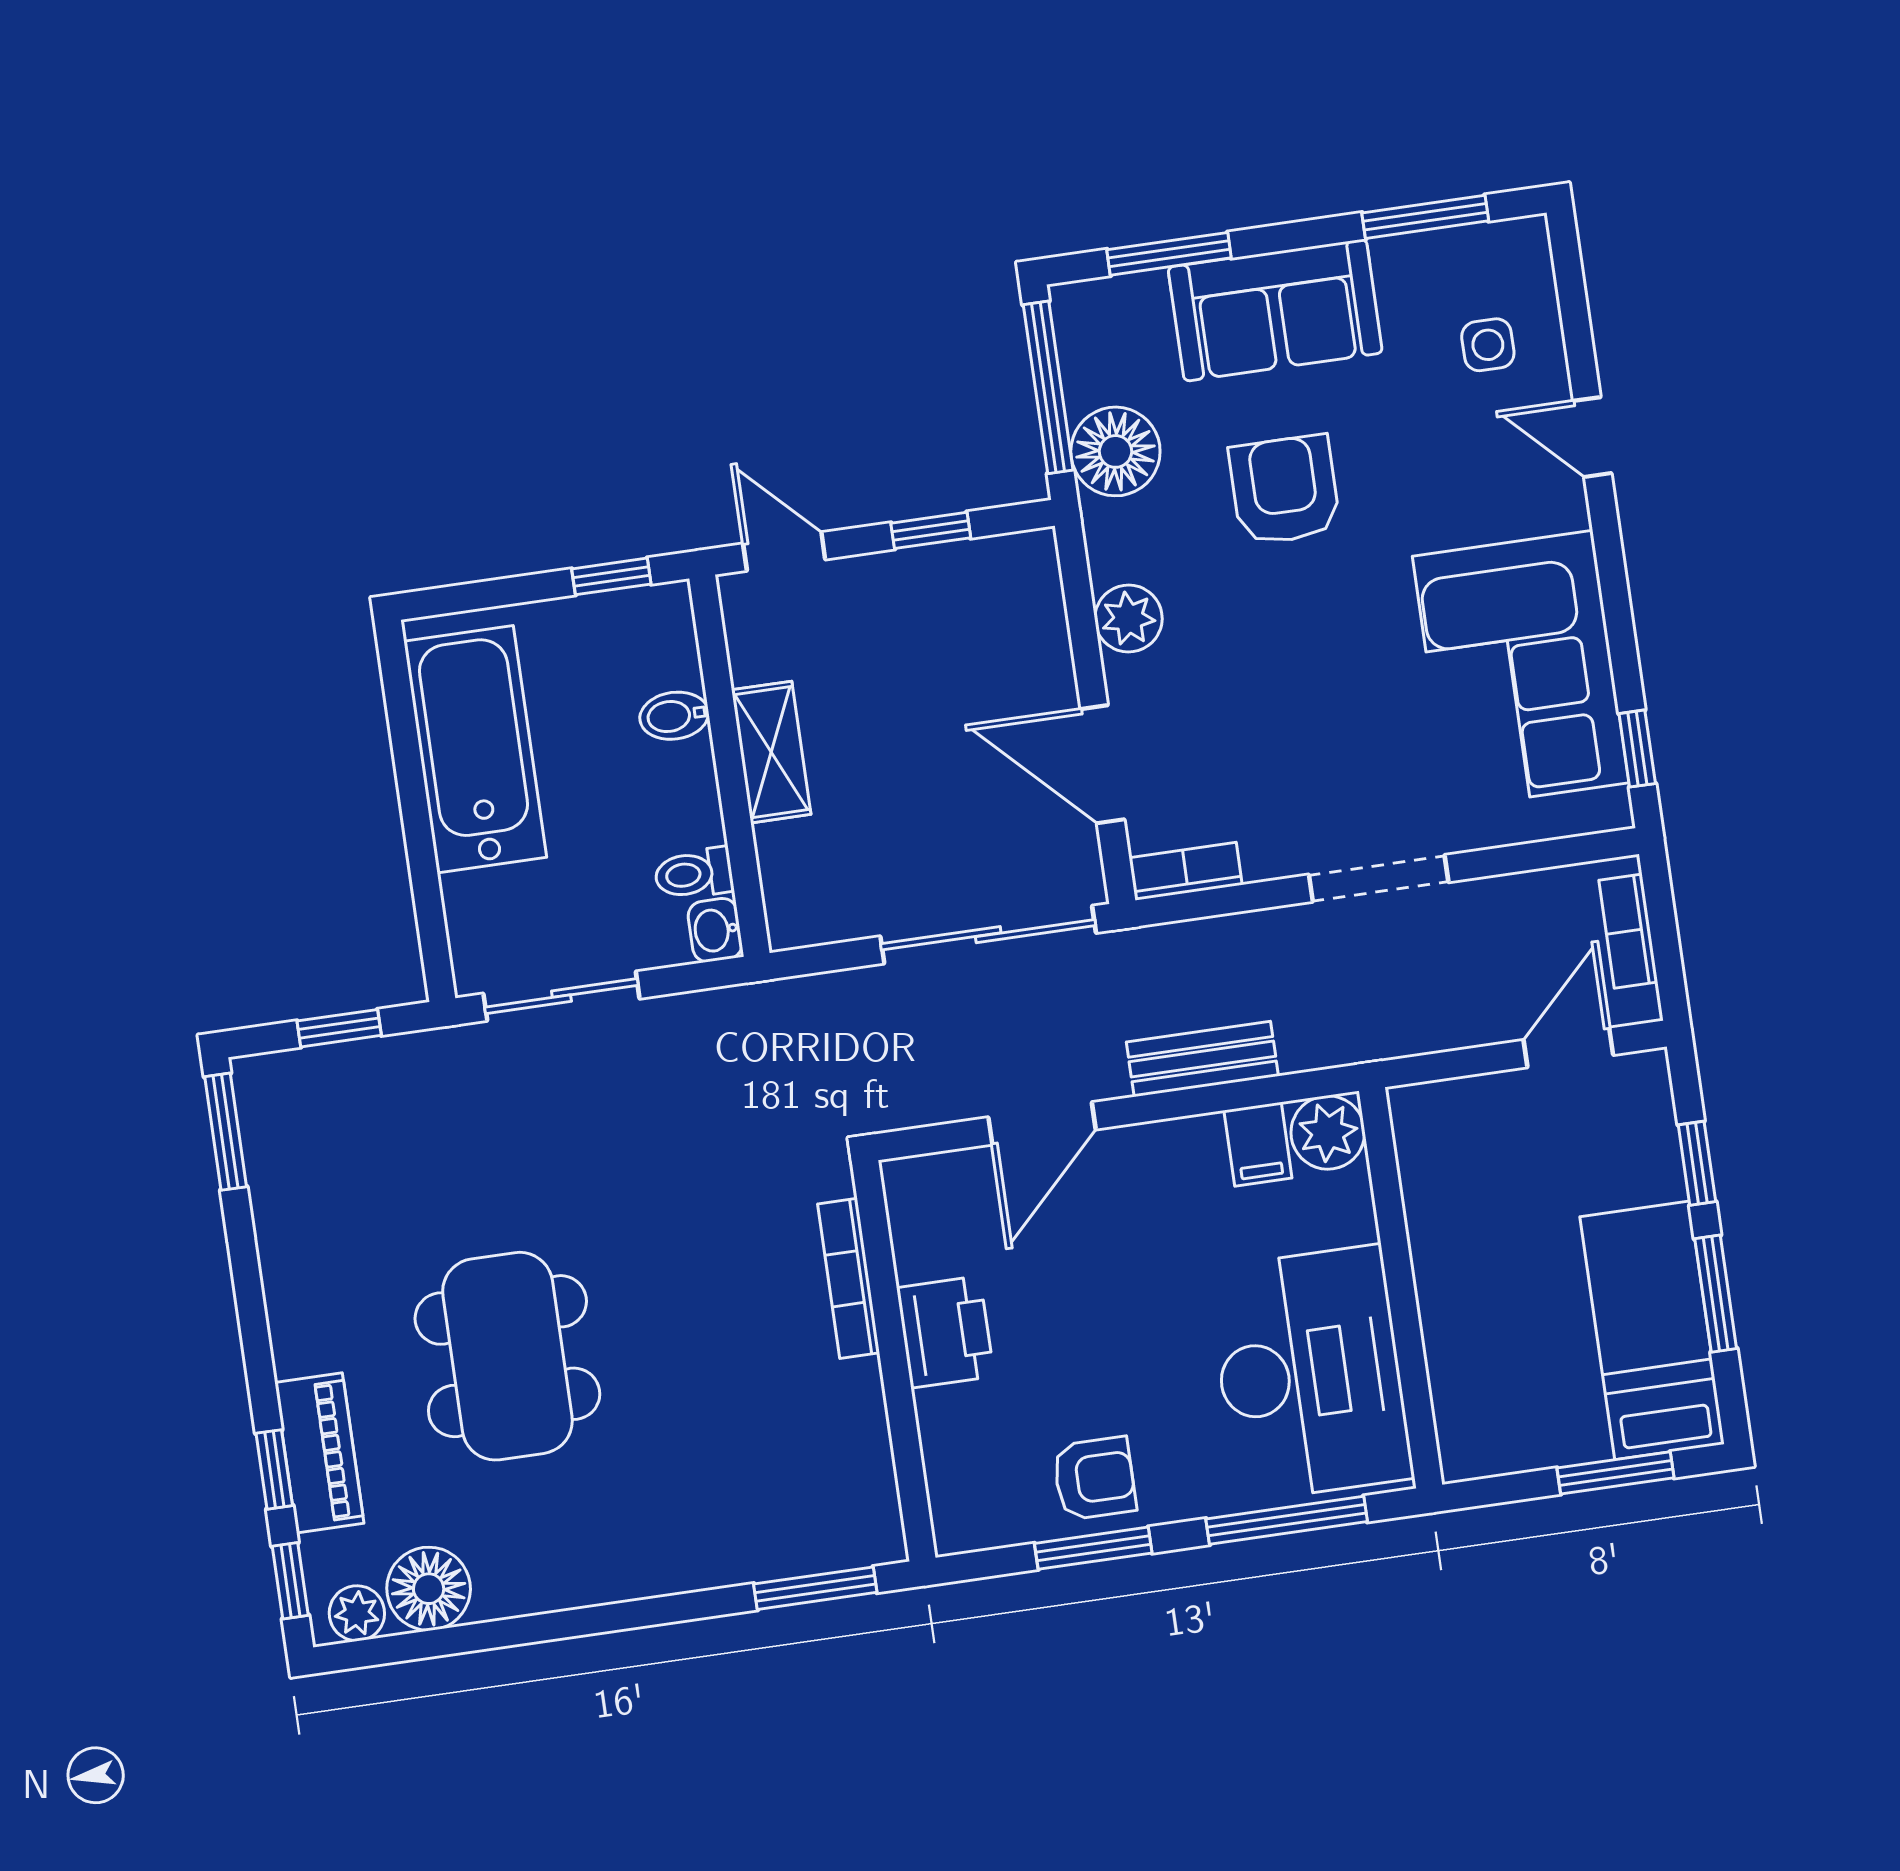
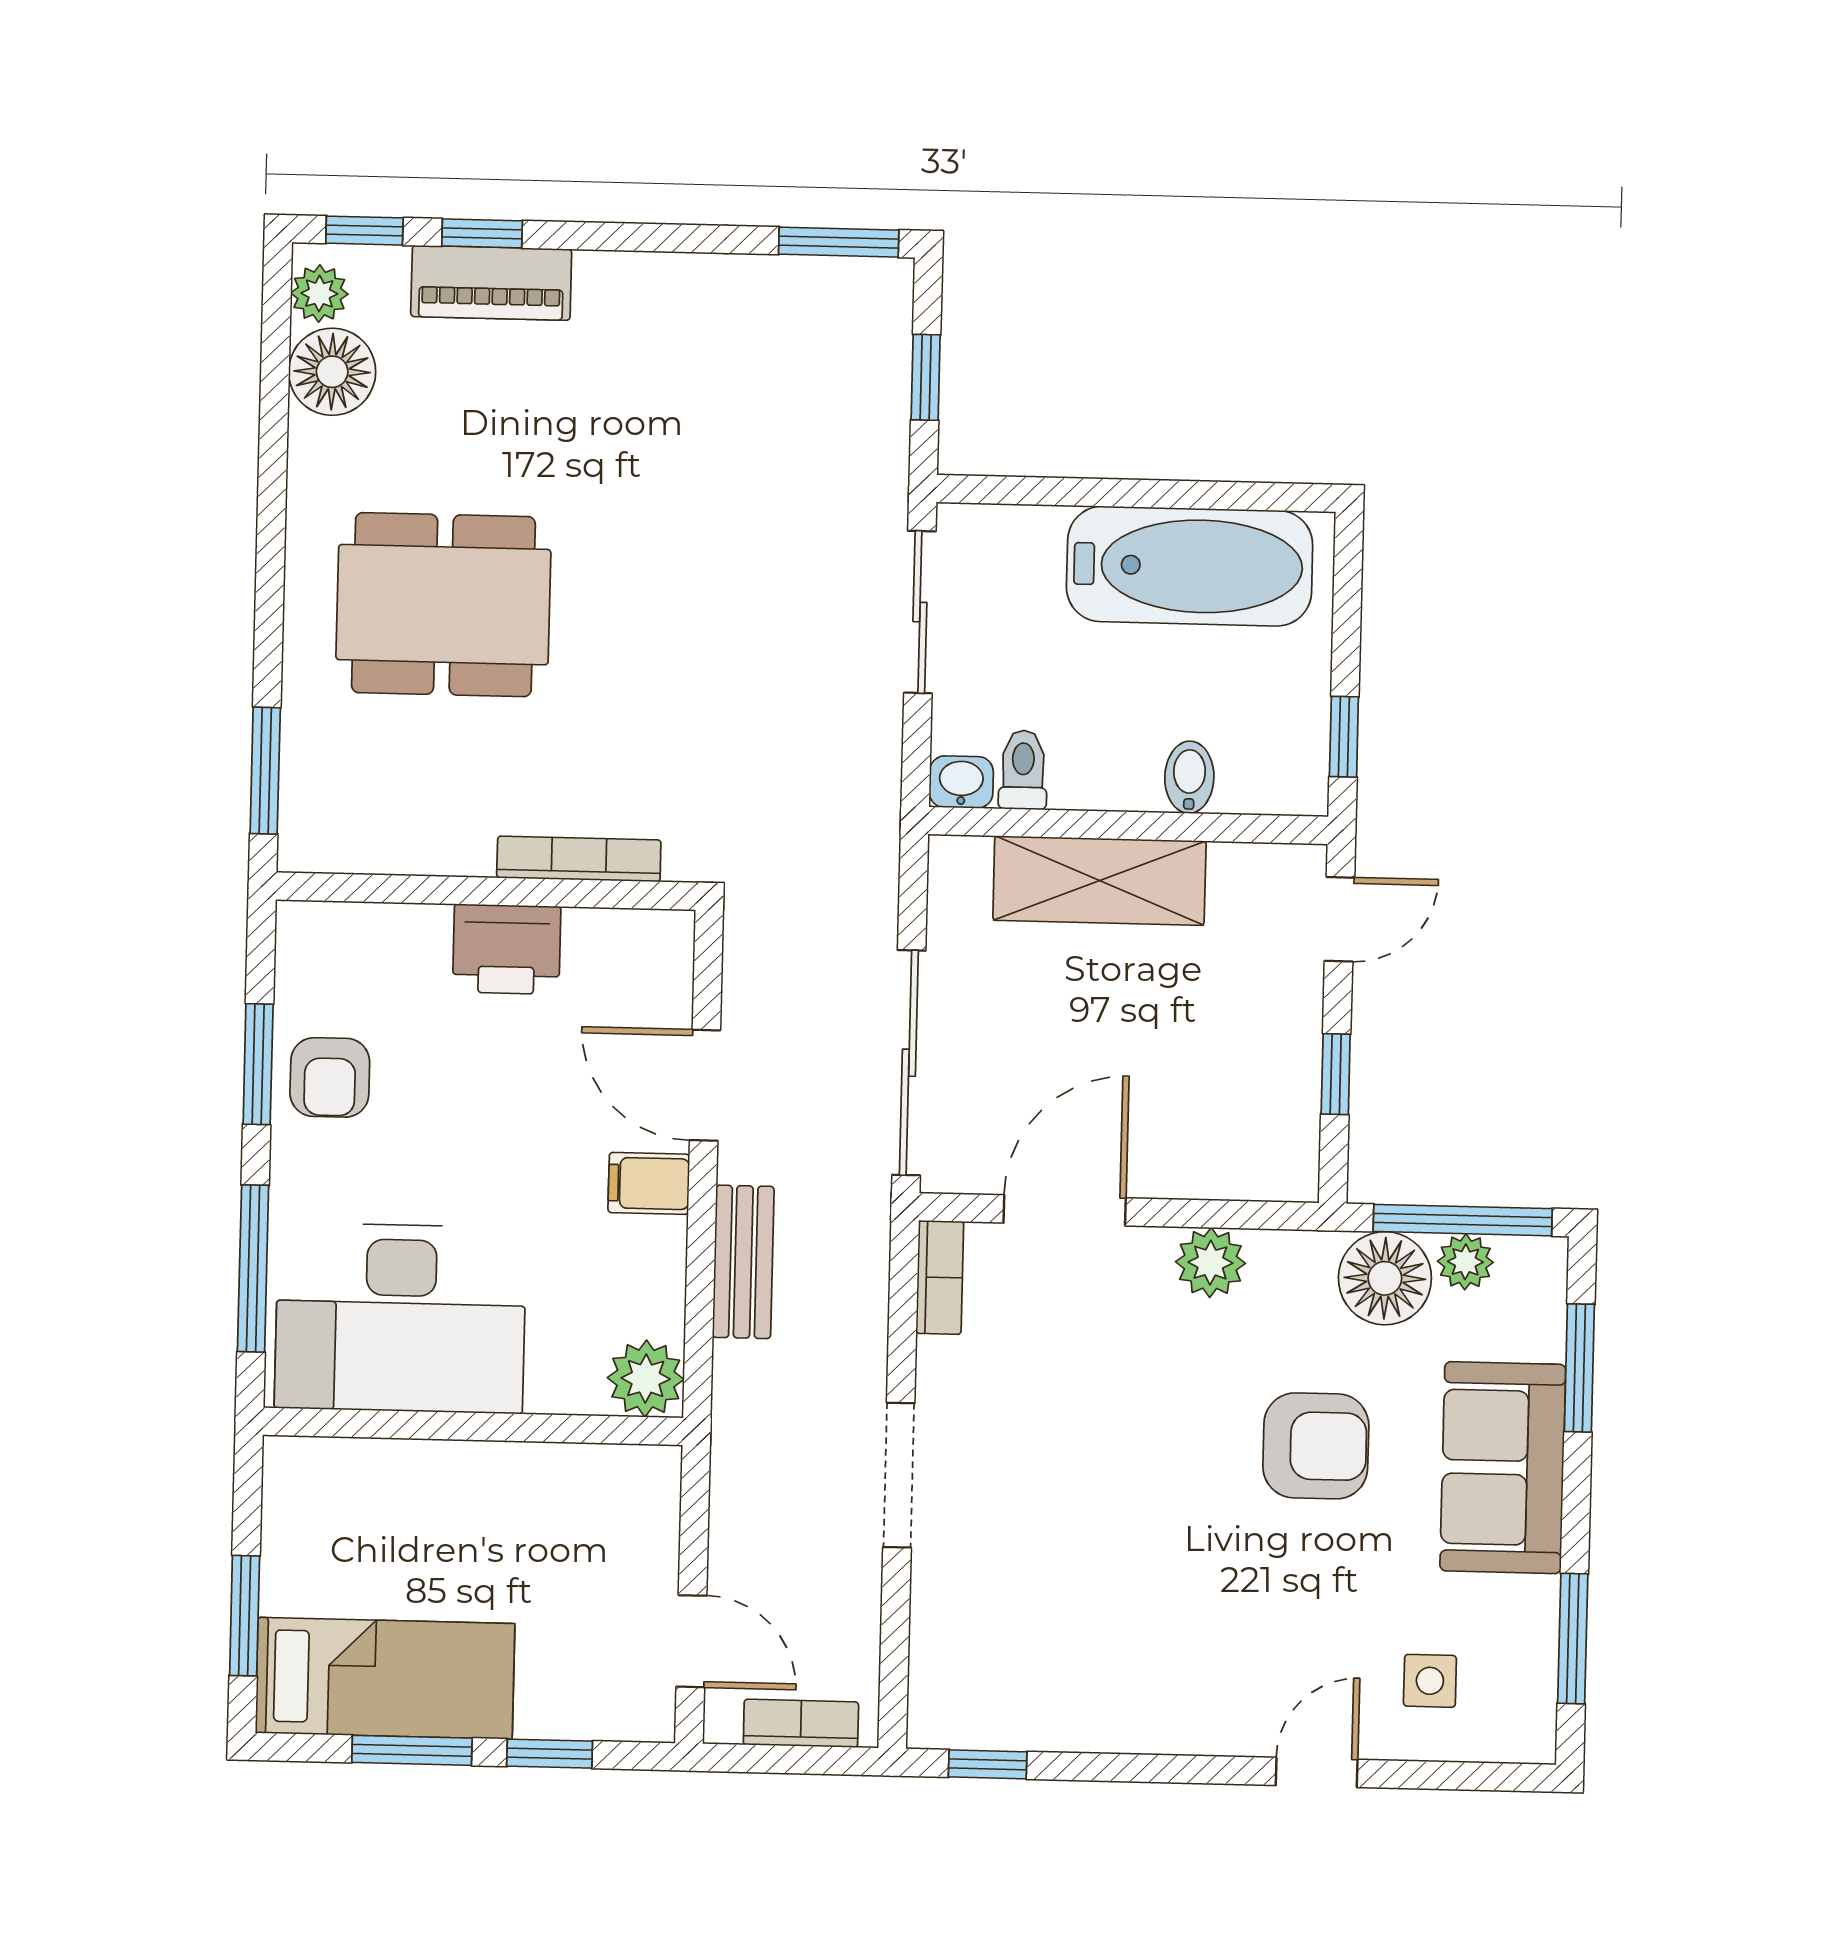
plant: (1087, 378) -> (1465, 1262), added
corner sofa: (1521, 670) -> (1089, 1658), removed
shelving: (771, 752) -> (1099, 881), width x1.50, depth x1.33
filing cabinet: (1258, 1144) -> (649, 1183), moved
dining table: (507, 1356) -> (443, 605), moved

